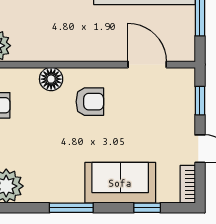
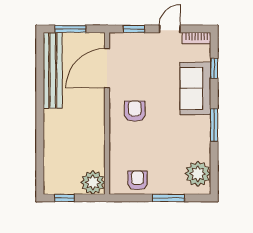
door: (147, 65) -> (107, 68), width x1.36
floor lamp: (51, 79) -> (118, 140), removed

